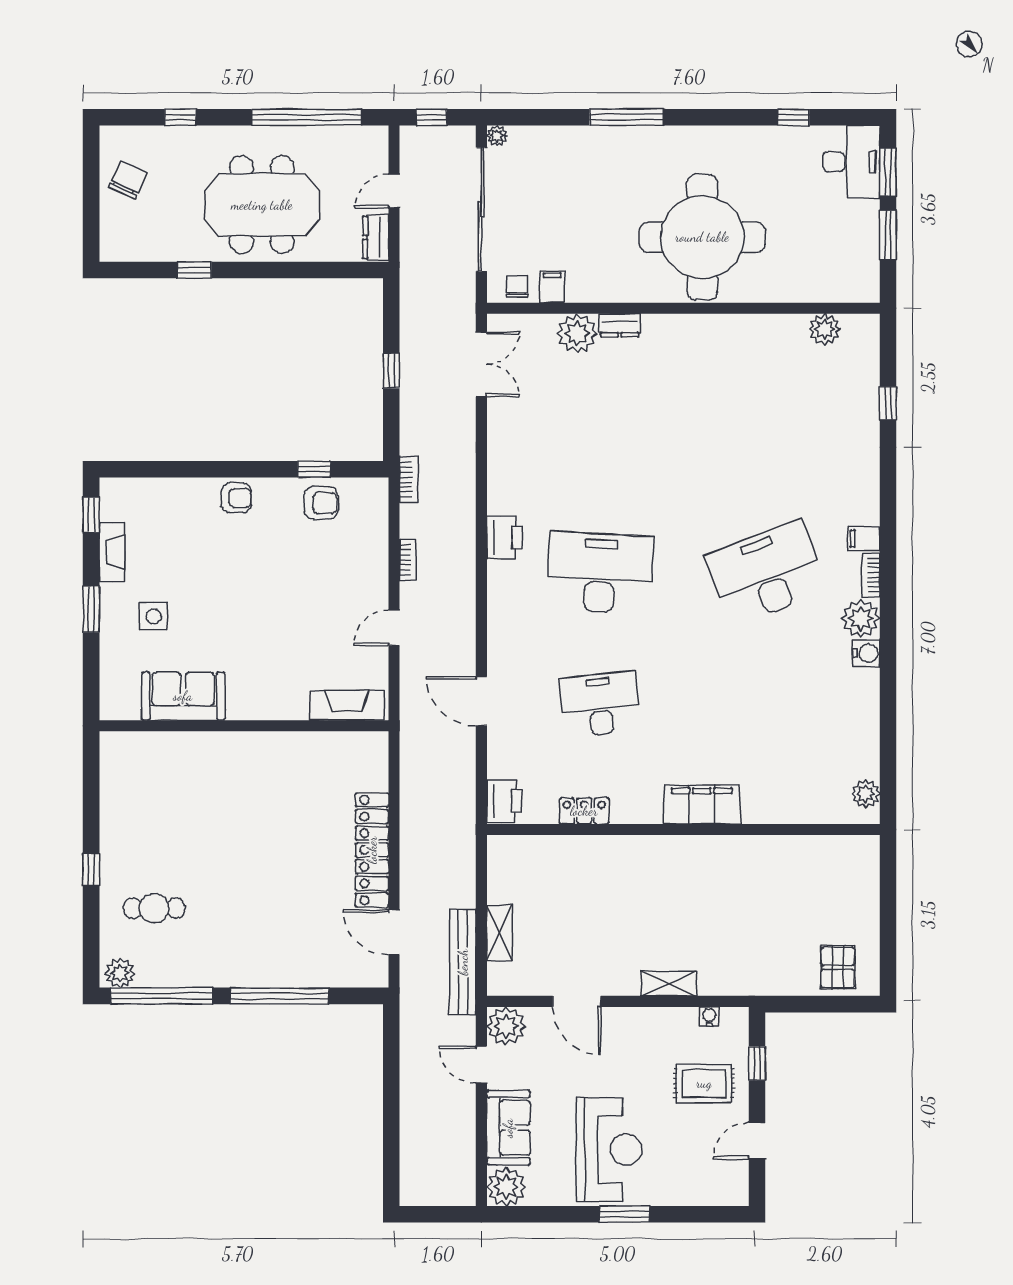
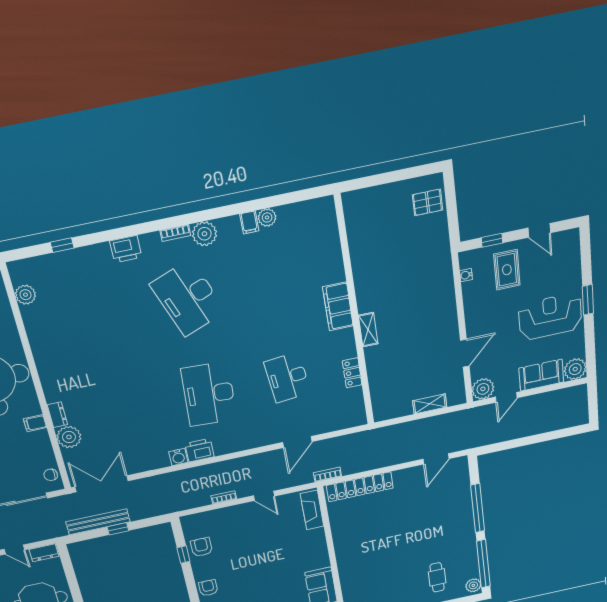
filing cabinet: (552, 287) -> (35, 423), moved
double door: (481, 364) -> (102, 484), width x1.37
bookcase: (409, 479) -> (327, 475), moved
filing cabinet: (864, 539) -> (249, 222), moved
water cooler: (866, 653) -> (178, 457), moved, turned 180
plant: (866, 794) -> (267, 217), moved
printer: (504, 801) -> (126, 249), moved, turned 180
locker: (372, 850) -> (360, 487), moved
bench: (463, 962) -> (98, 522), moved
shelving: (669, 983) -> (368, 330), moved

